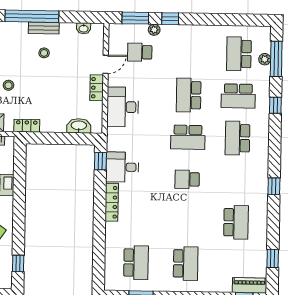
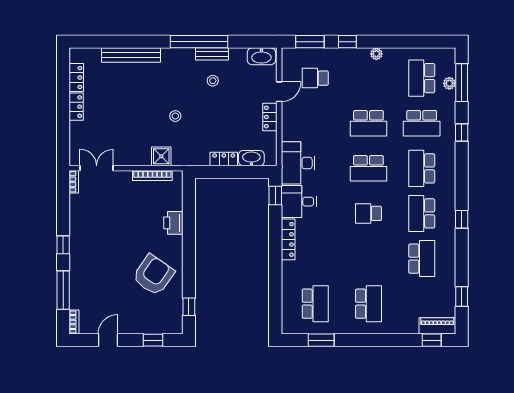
washbasin: (84, 28) -> (261, 56), width x1.91, depth x1.45
plant: (154, 30) -> (376, 54), moved
school desk: (189, 95) -> (368, 123), turned -90
desk: (123, 107) -> (298, 163), moved
locker: (27, 126) -> (224, 159), moved
school desk: (237, 180) -> (422, 213), added

